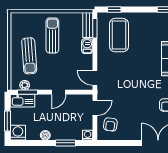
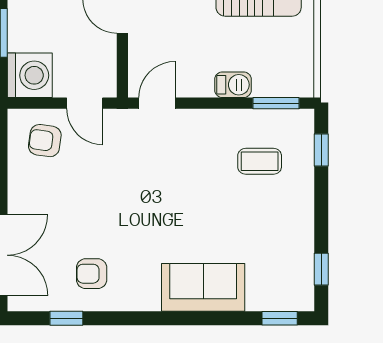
bench: (88, 25) -> (284, 86), removed
coffee table: (119, 35) -> (260, 161), width x0.54, depth x0.58
washing machine: (88, 135) -> (30, 75), width x1.89, depth x1.89

